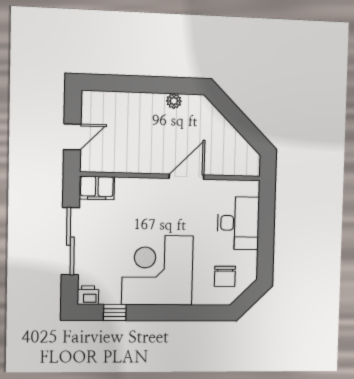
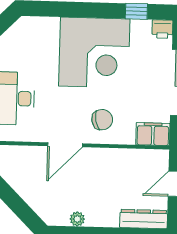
dresser: (106, 101) -> (144, 219), added
chair: (225, 276) -> (102, 120), moved, turned 78

